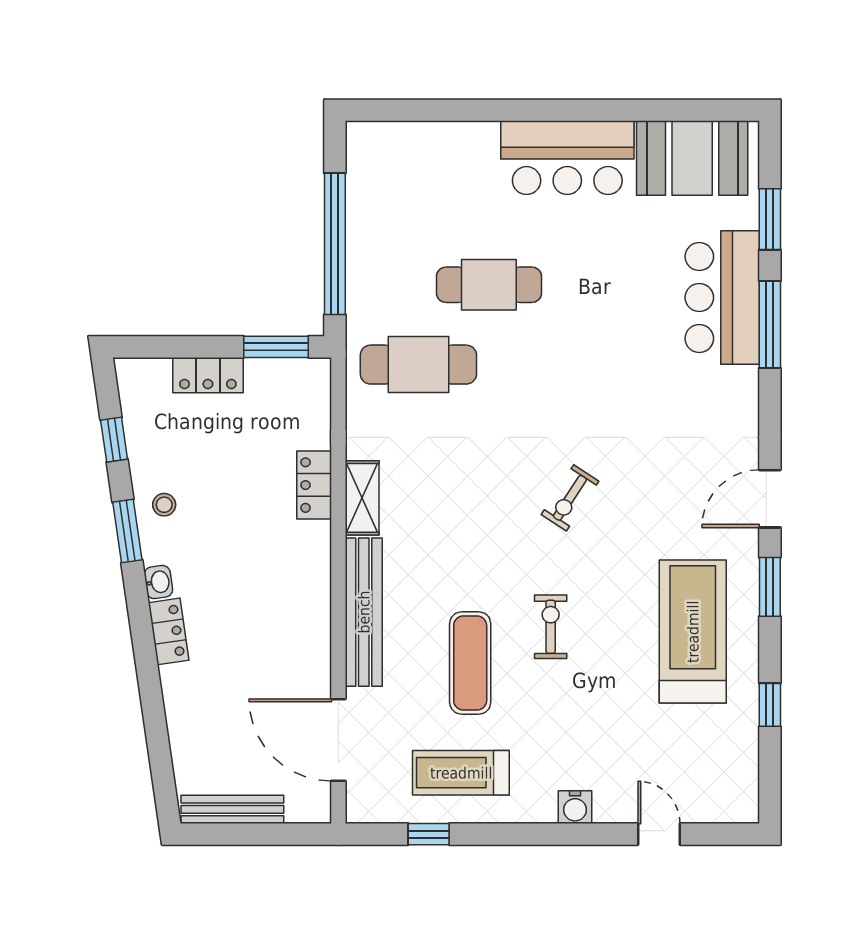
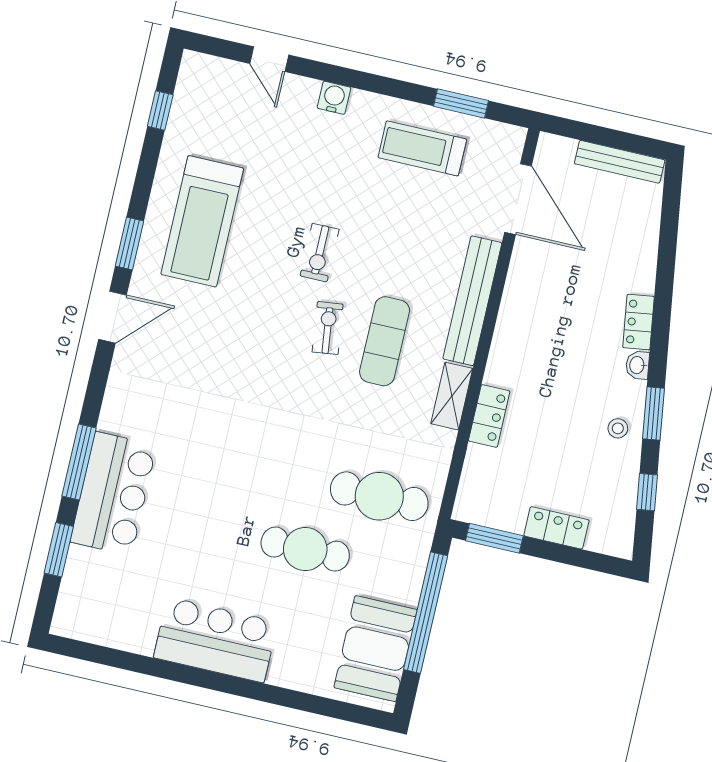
booth: (692, 158) -> (375, 649), moved, turned 90
exercise bike: (570, 498) -> (328, 328), moved, turned -40
exercise mat: (470, 663) -> (385, 341), moved
window: (770, 705) -> (160, 110), moved
treadmill: (461, 773) -> (422, 148), turned 180
window: (429, 834) -> (461, 103), width x1.50

